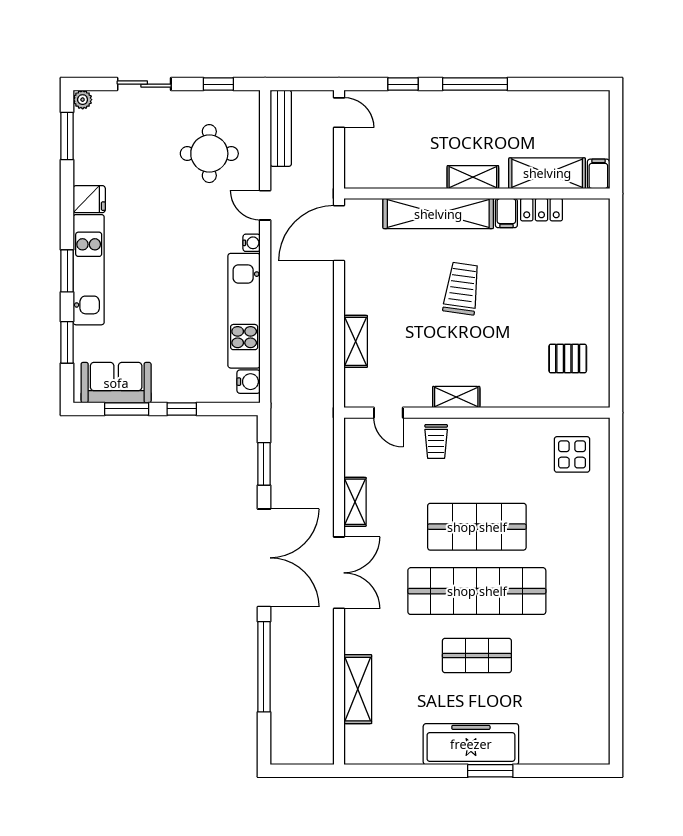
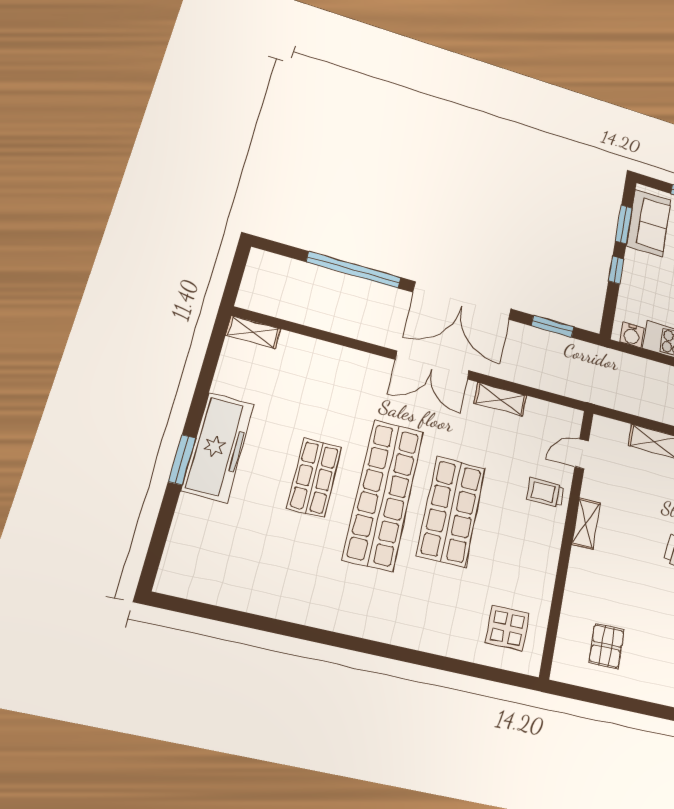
shelving: (358, 689) -> (253, 332), moved, width x0.67, depth x0.75

